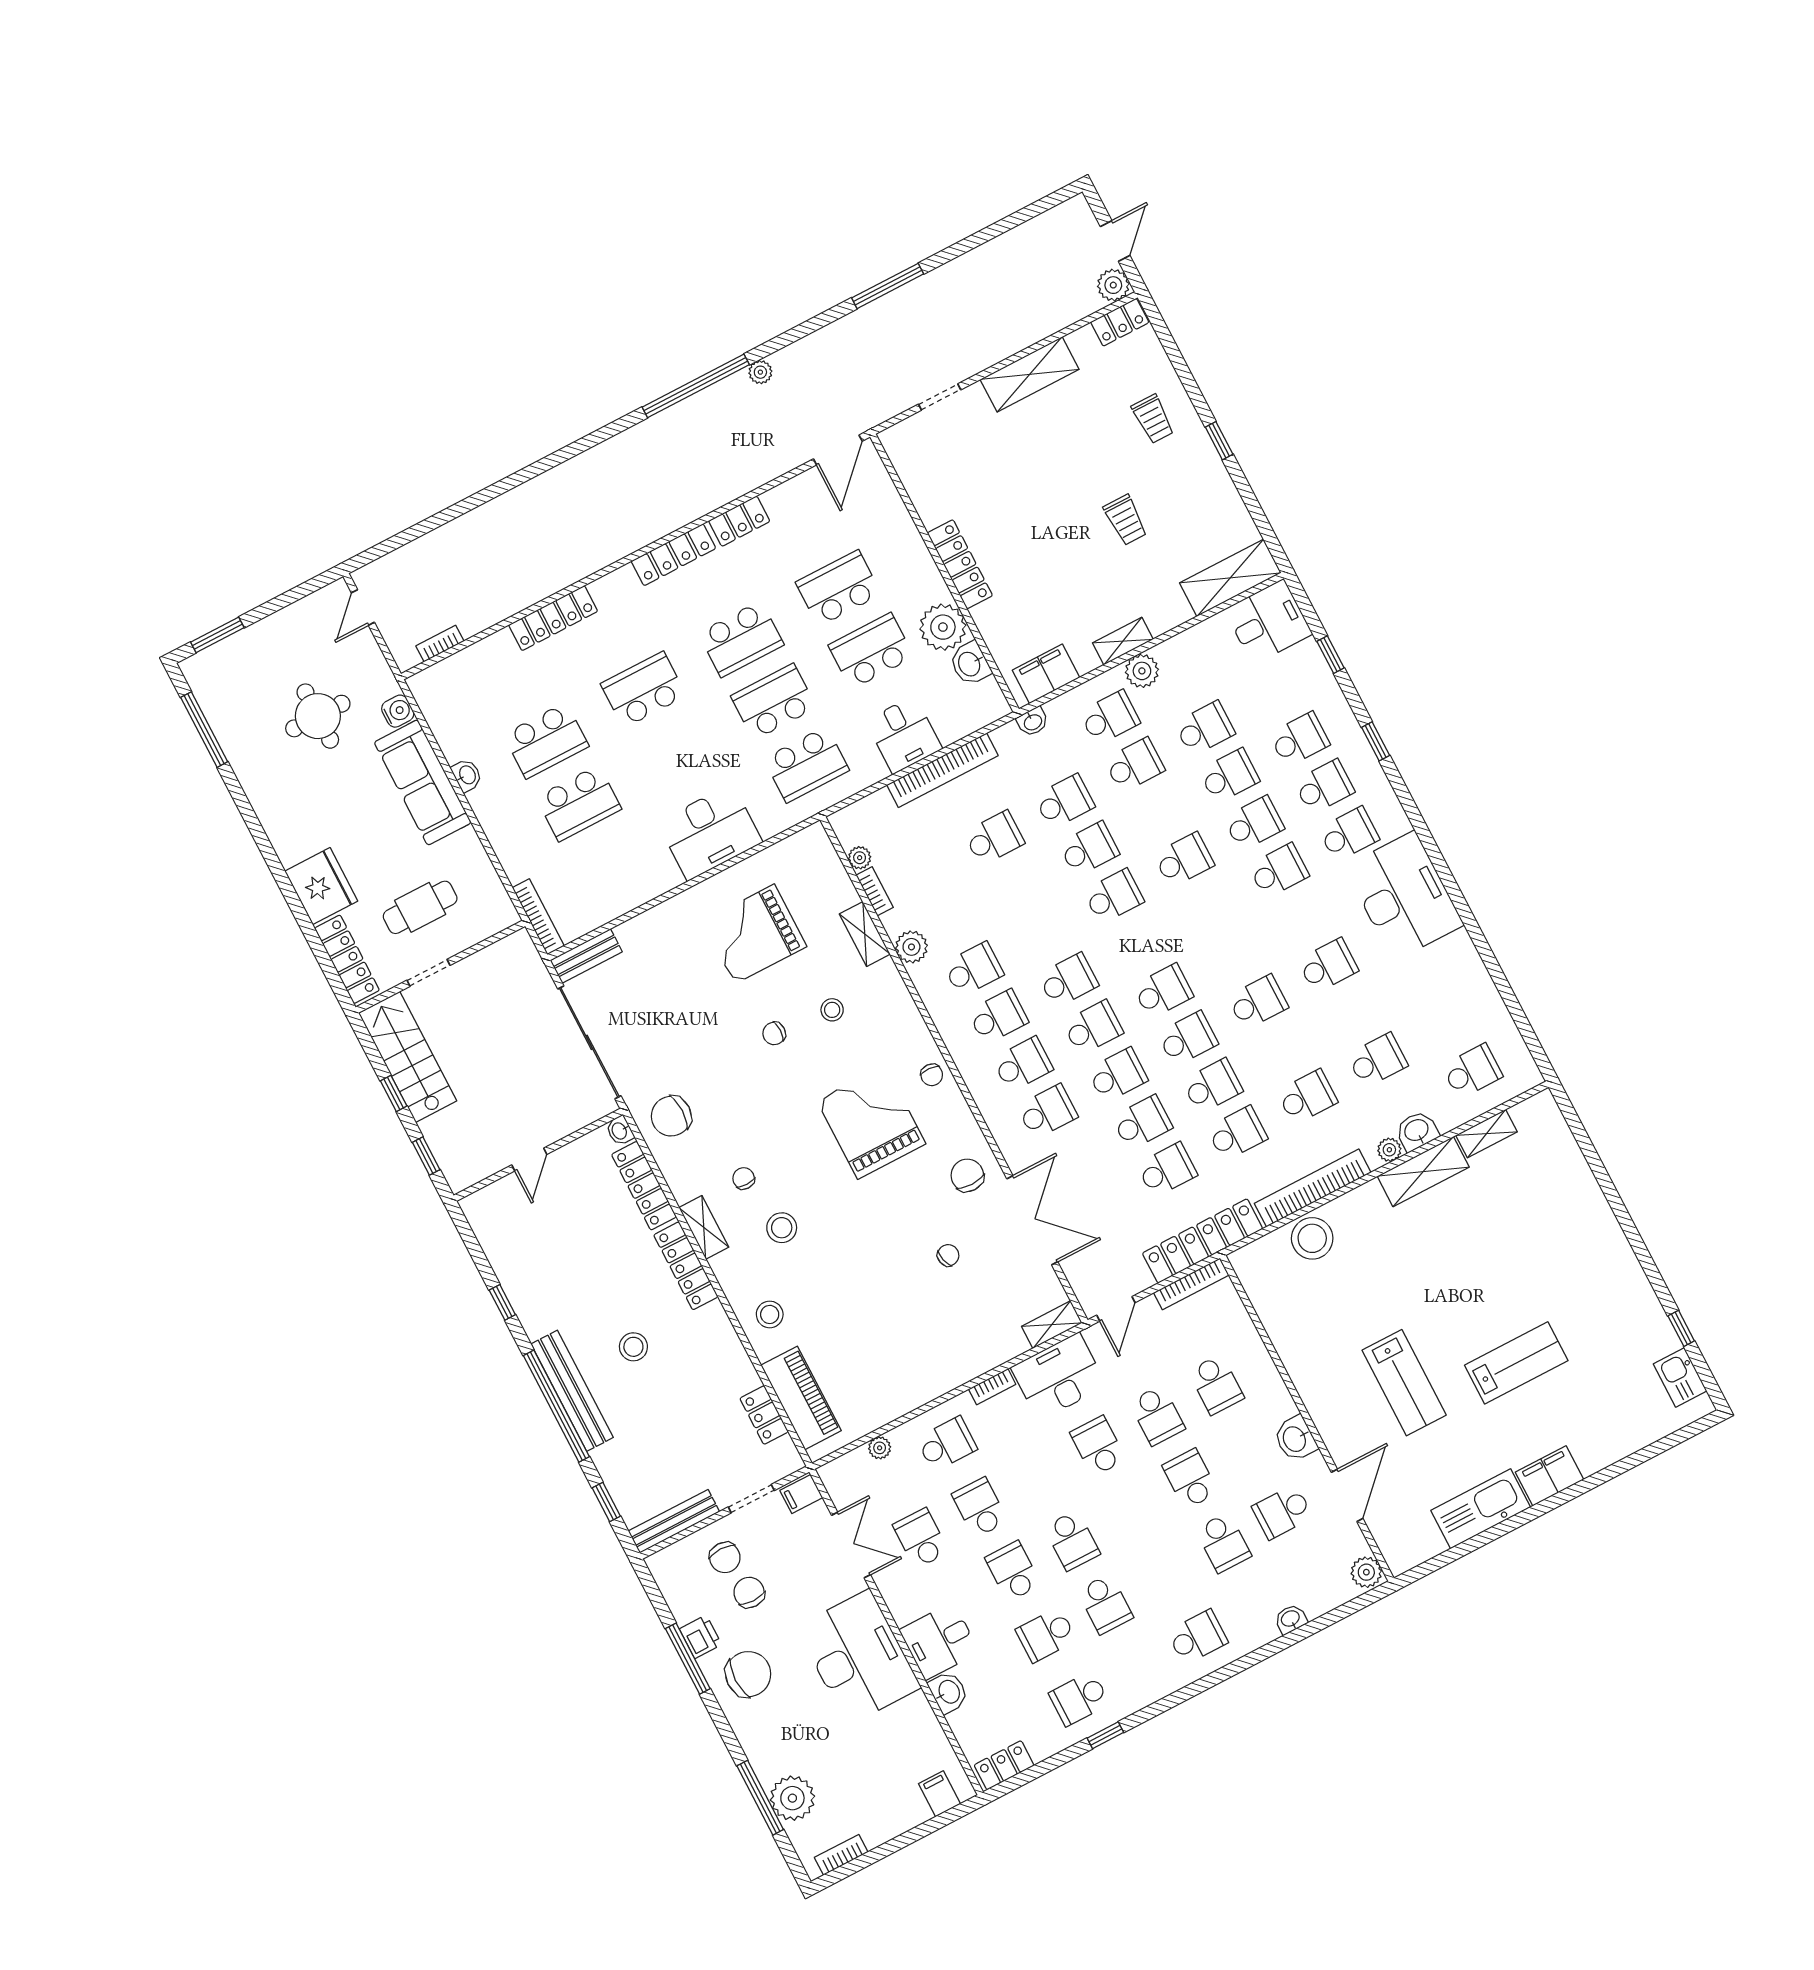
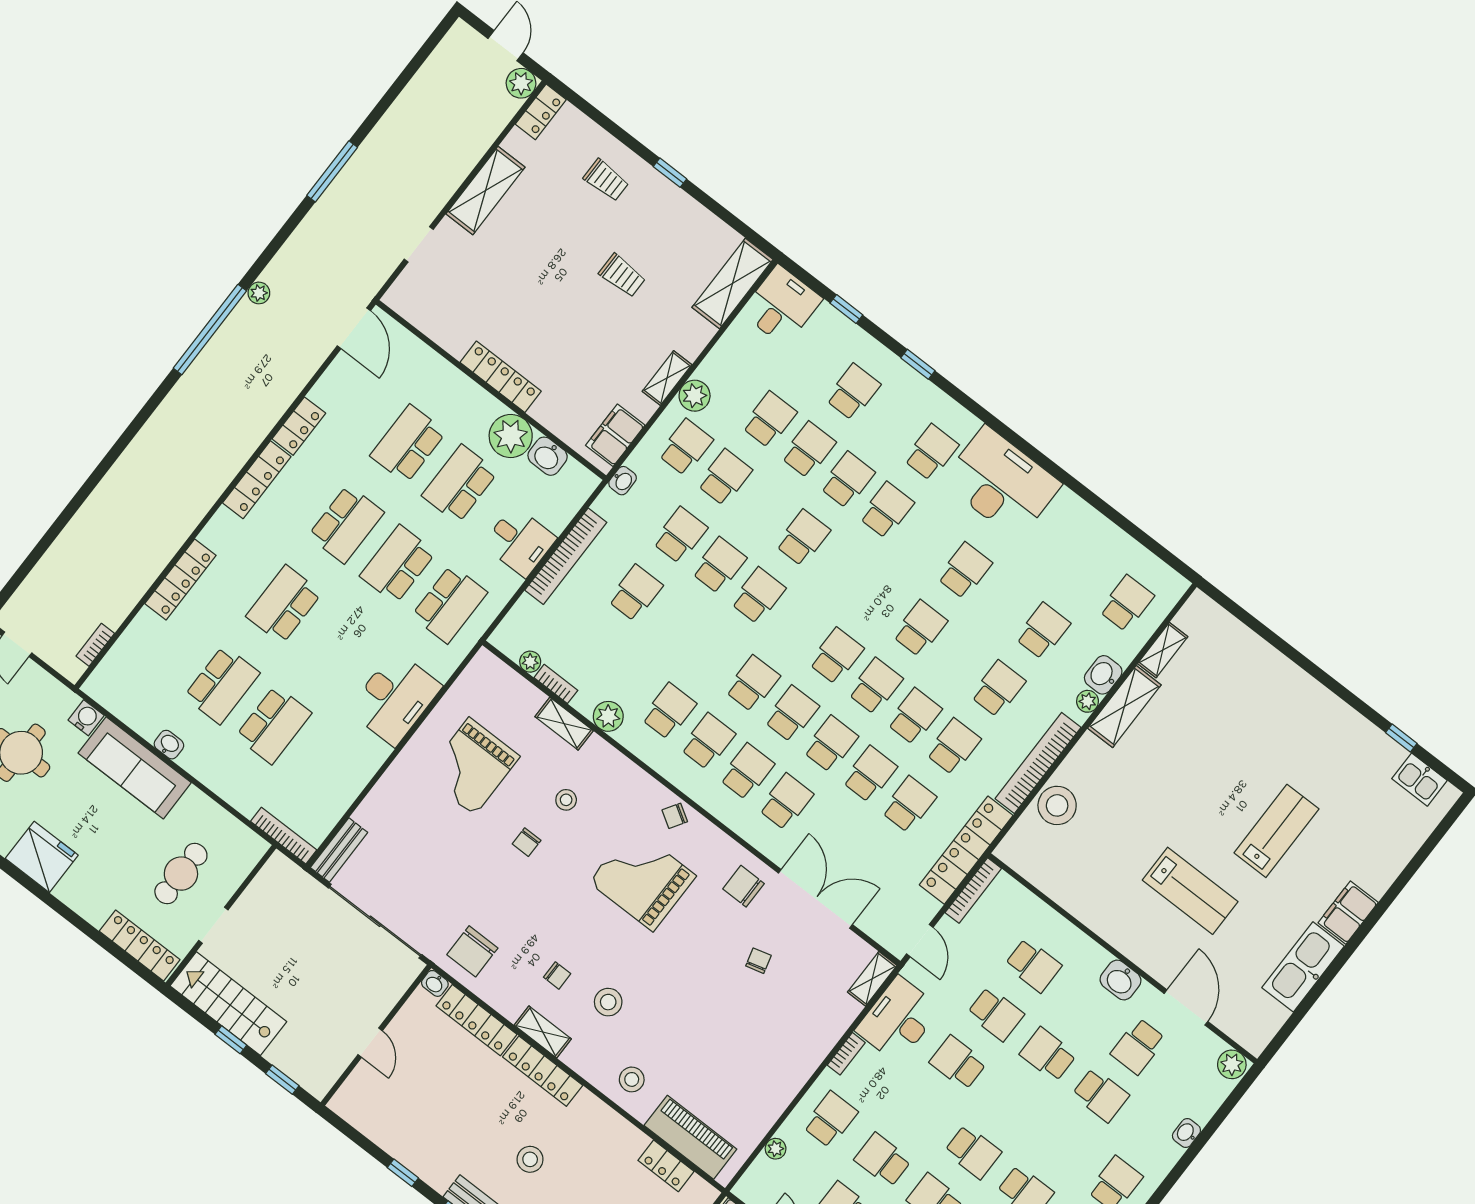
school desk: (1324, 787) -> (892, 422), removed
fridge: (321, 886) -> (42, 857), moved
chair: (932, 1075) -> (675, 816), turned 119
chair: (744, 1178) -> (557, 975), turned 180

